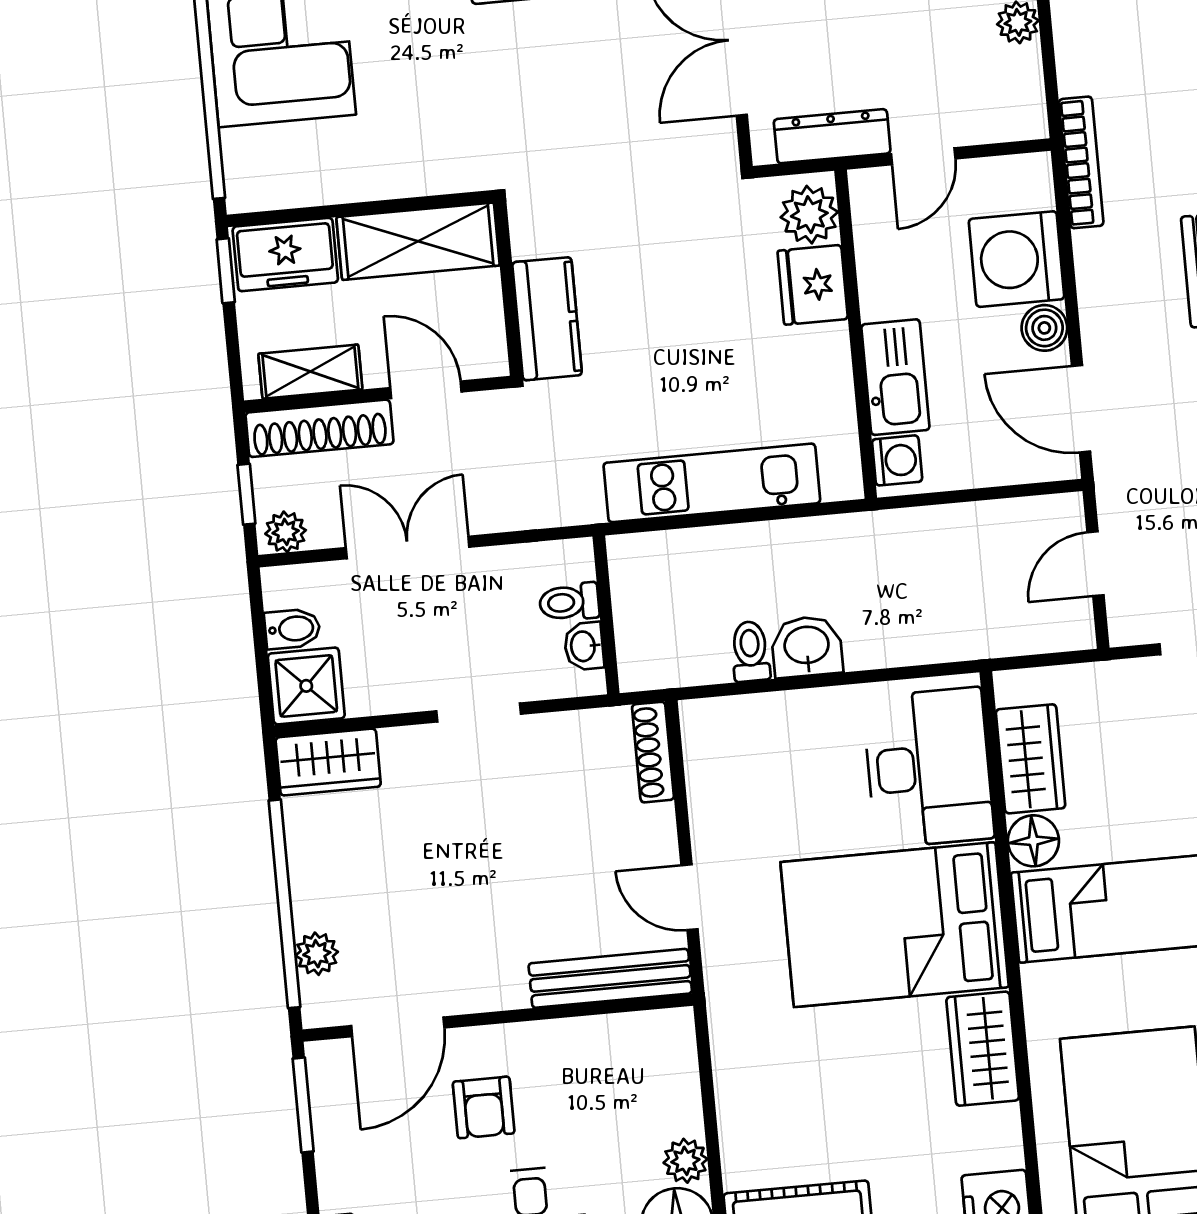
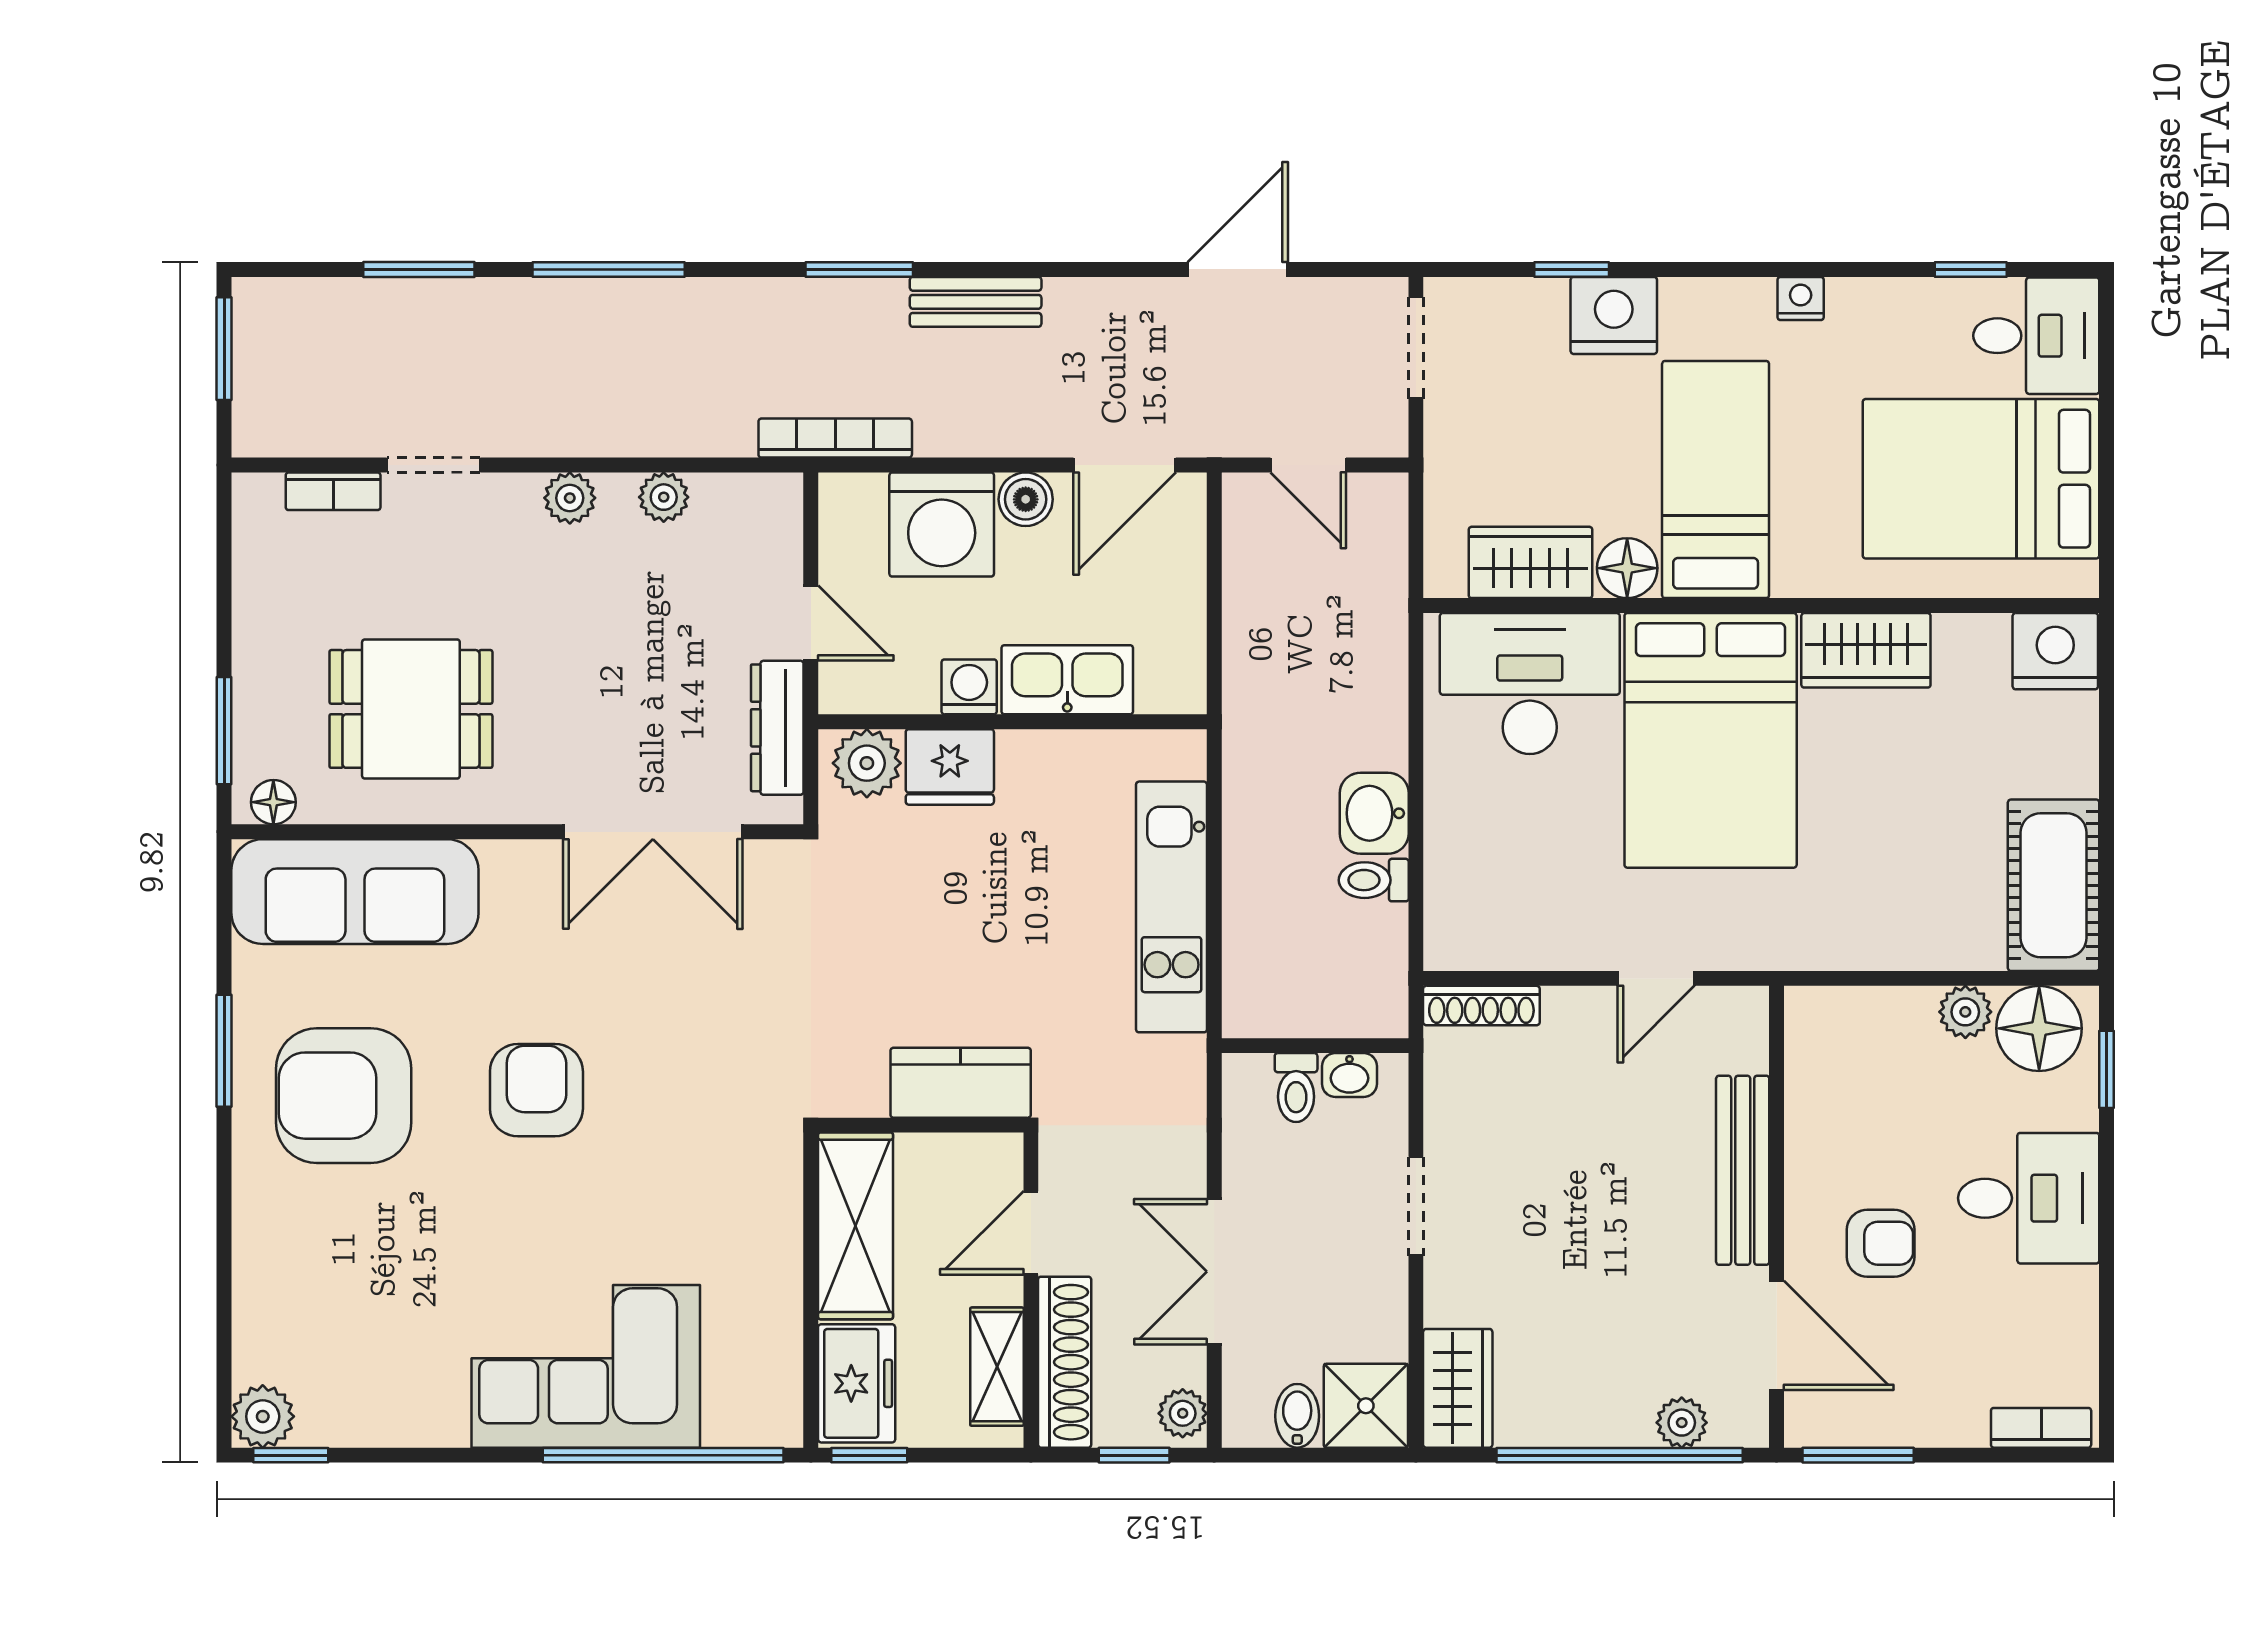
washing machine: (897, 460) -> (969, 687), moved
bench: (610, 978) -> (1743, 1170), moved

